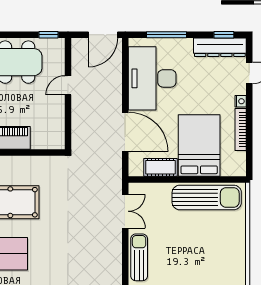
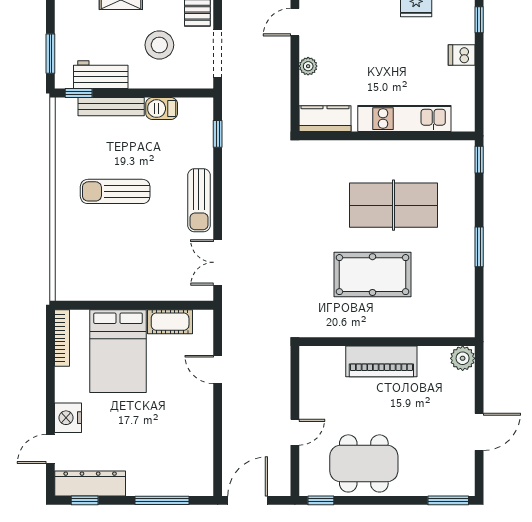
desk: (152, 78) -> (181, 441), removed
nightstand: (241, 101) -> (68, 418), width x1.89, depth x1.79
bookcase: (241, 129) -> (62, 338), moved
door: (125, 132) -> (218, 369), width x0.53
sun lounger: (207, 197) -> (115, 191), moved, width x0.73, depth x0.75

